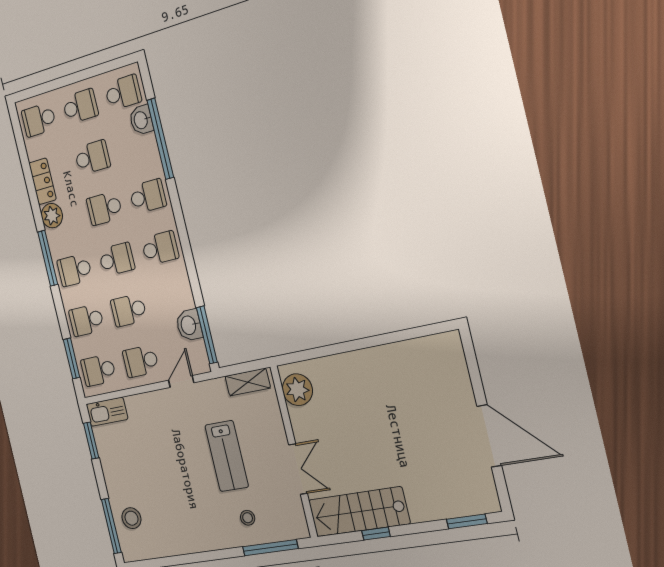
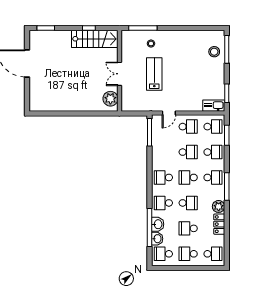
washbasin: (189, 325) -> (158, 224), moved
shelving: (248, 382) -> (134, 107), removed
double door: (298, 469) -> (119, 74), moved

